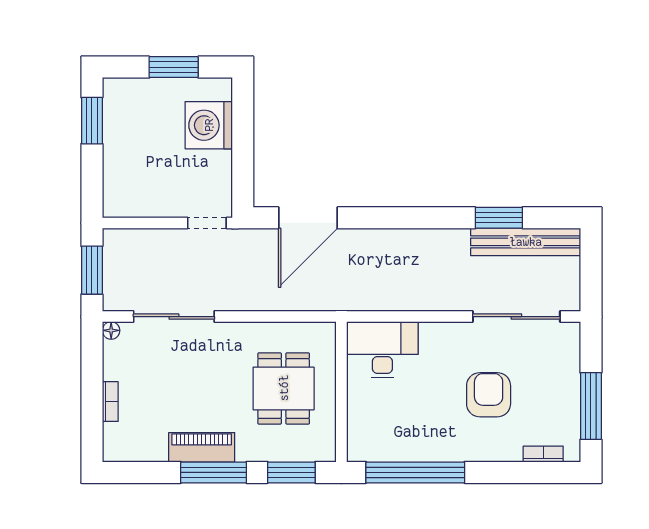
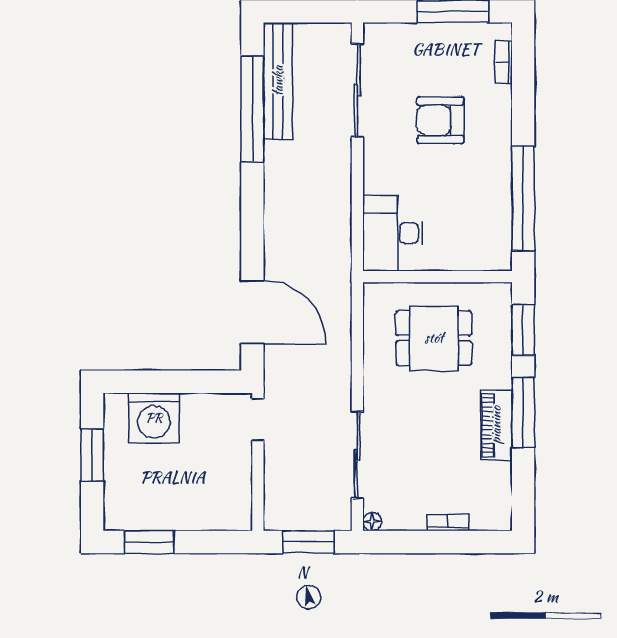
window: (499, 218) -> (252, 109), width x2.11

